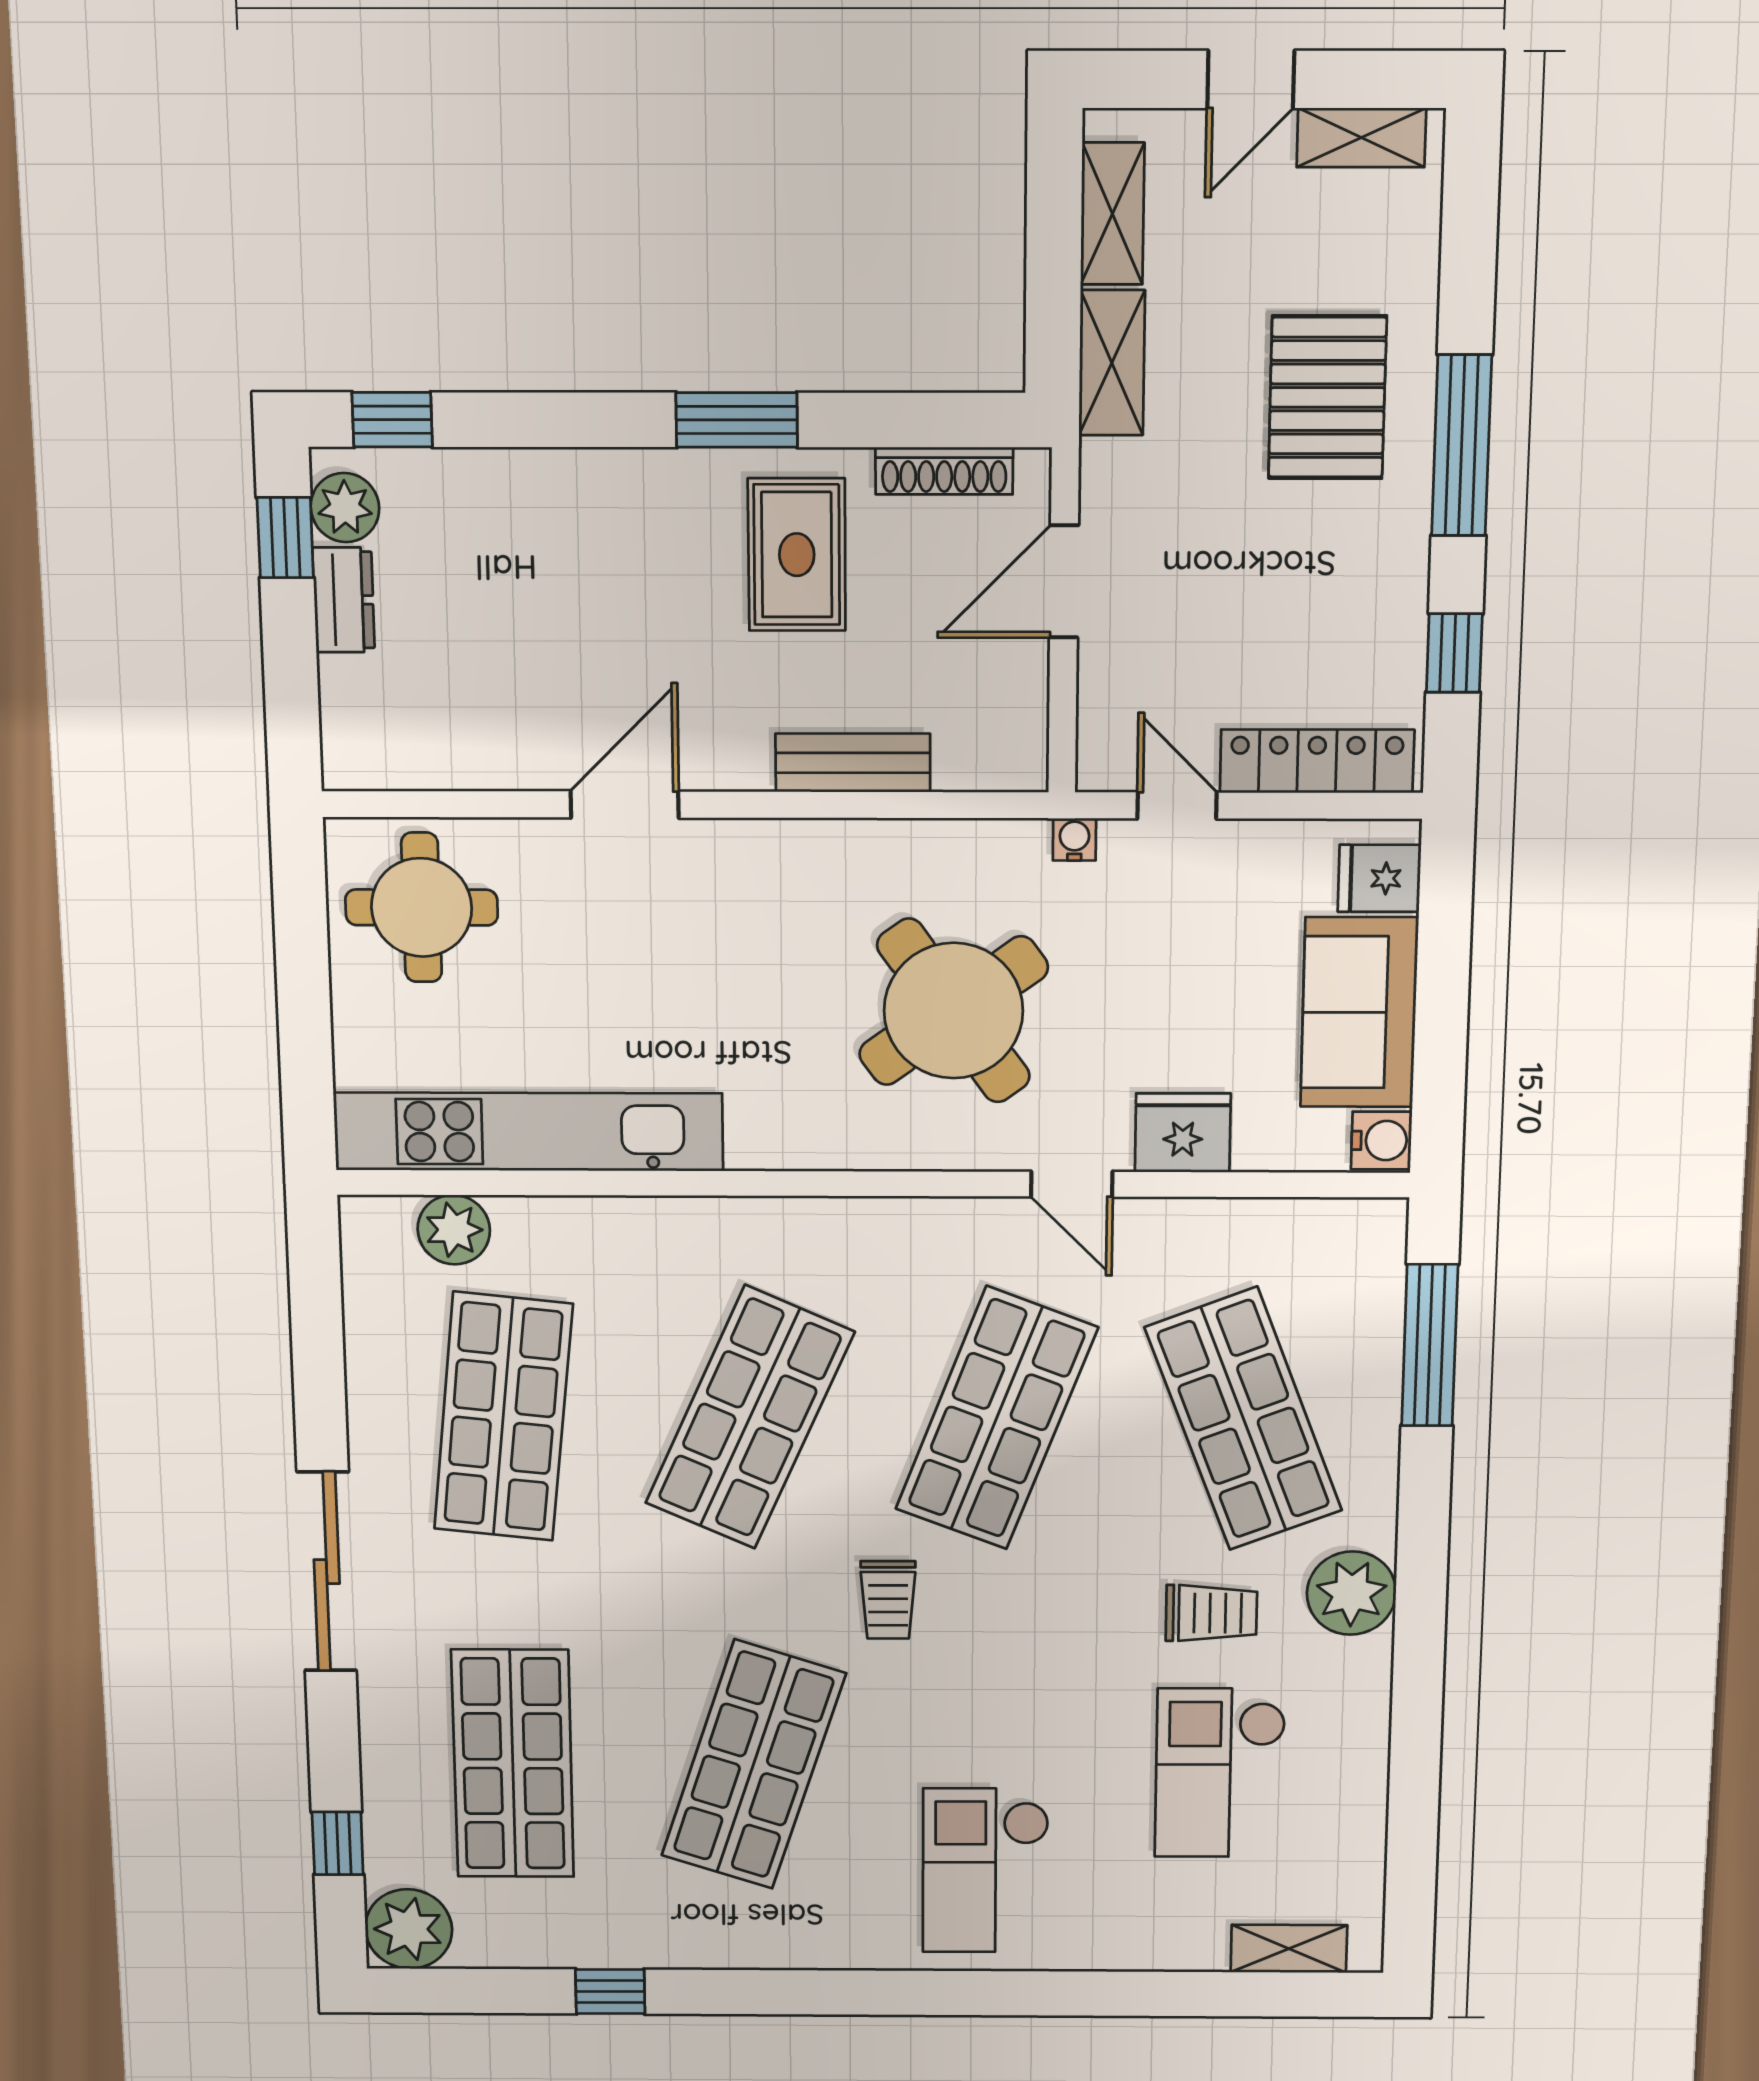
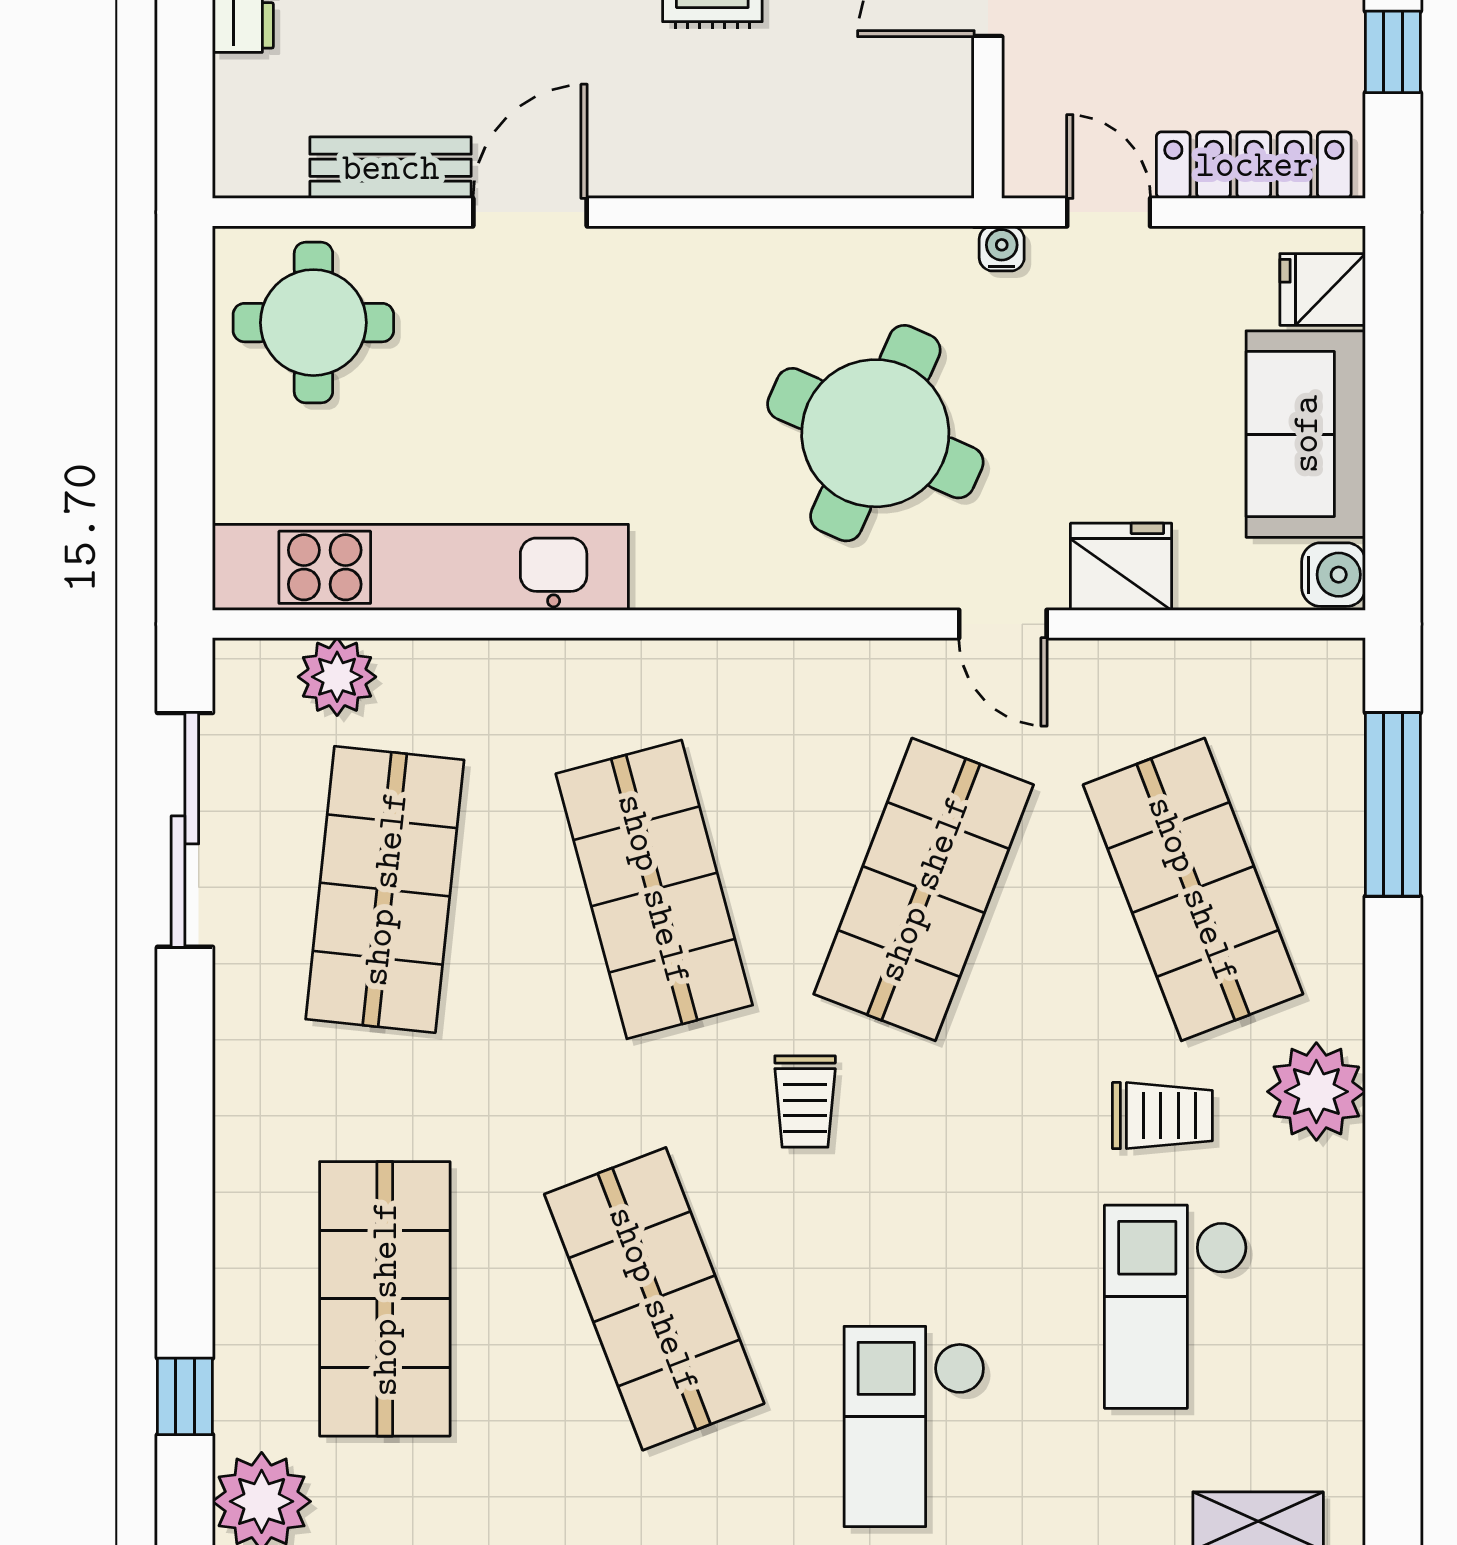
bench: (853, 763) -> (391, 168), moved
round table: (954, 1011) -> (875, 433), turned -30
shop shelf: (750, 1418) -> (654, 889), turned -39
sliding door: (327, 1572) -> (185, 830), moved
shop shelf: (753, 1765) -> (654, 1299), turned -39

